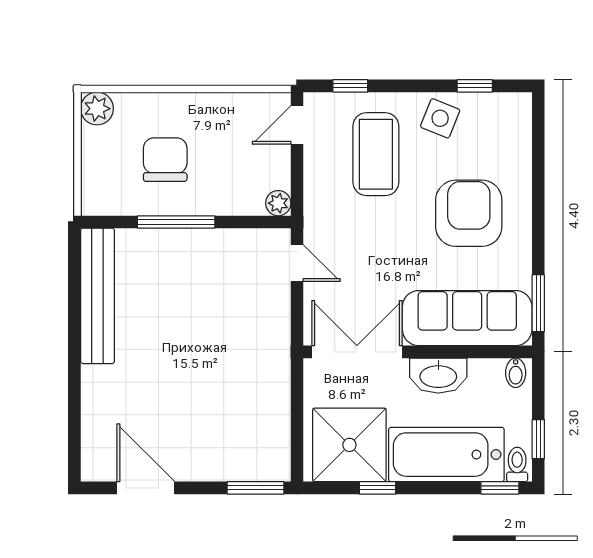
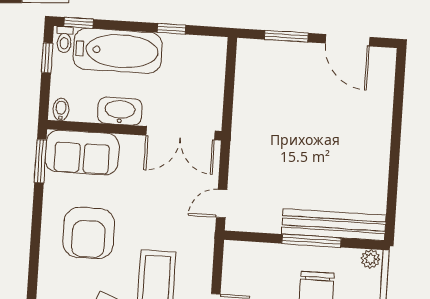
plant: (278, 203) -> (371, 259), moved
door: (297, 263) -> (222, 204), hinge flipped
bench: (97, 296) -> (334, 225), moved, turned 90
sofa: (467, 318) -> (82, 153), width x0.73
shower: (349, 445) -> (191, 63), removed
window: (255, 488) -> (286, 36), moved

